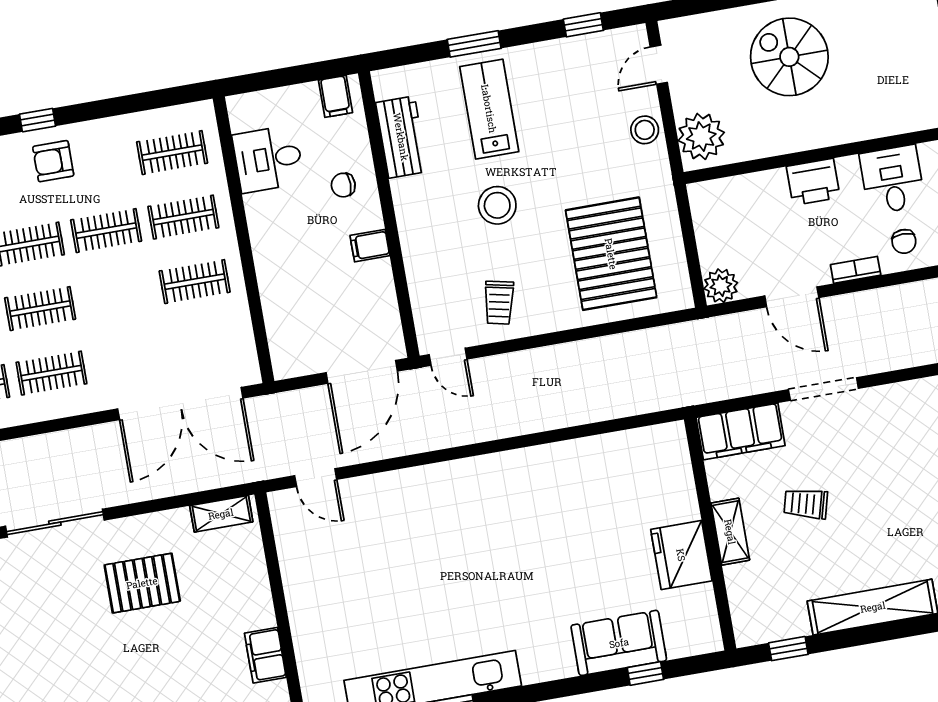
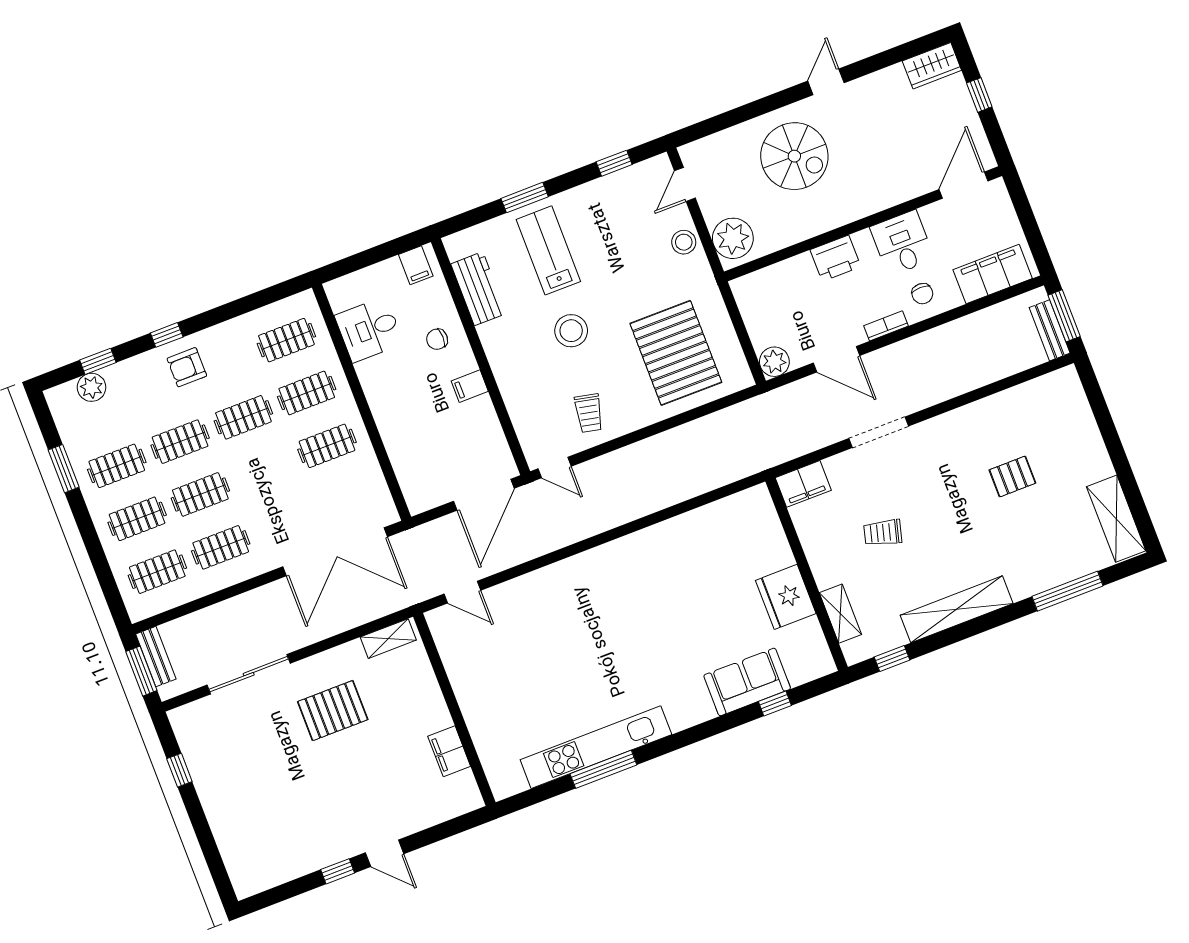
spiral stairs: (789, 57) -> (794, 156), turned 180
filing cabinet: (741, 431) -> (803, 484), width x0.67, depth x0.86
shelving: (730, 532) -> (840, 614), moved

